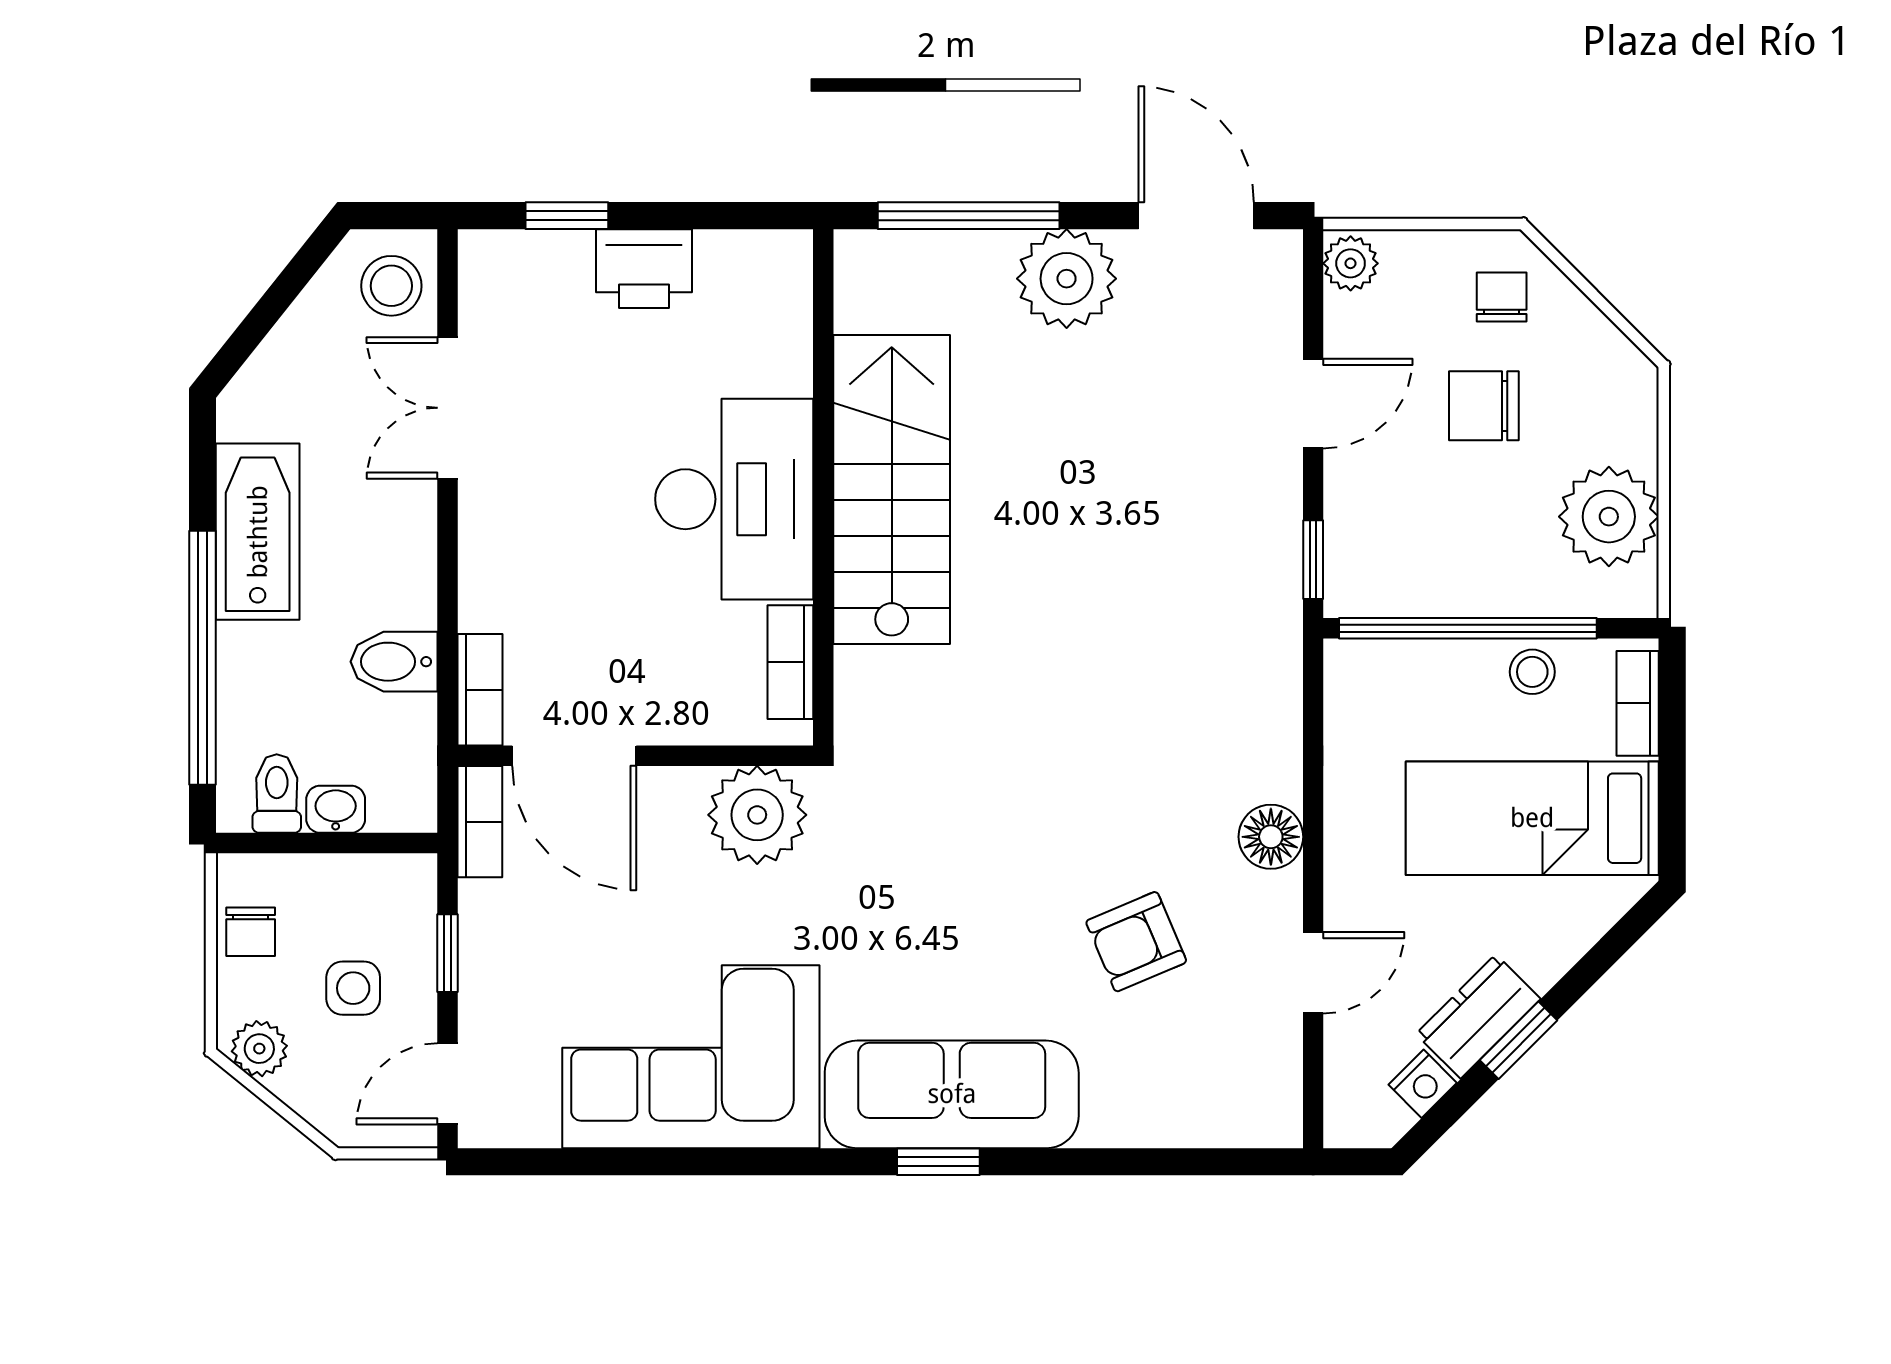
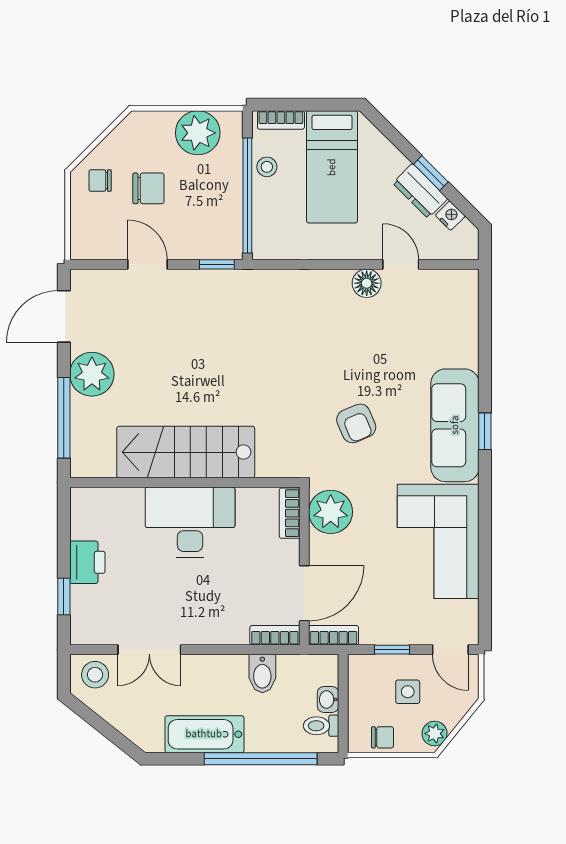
plant: (1351, 263) -> (85, 248), removed
chair: (1484, 406) -> (148, 188), turned -90
bookcase: (790, 662) -> (290, 513), moved, turned 90
floor lamp: (1271, 837) -> (367, 283), moved
armchair: (1136, 942) -> (356, 423), moved

